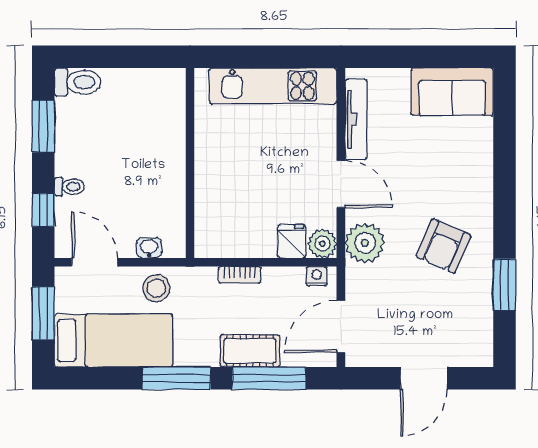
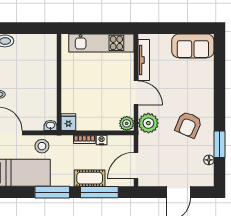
fridge: (292, 241) -> (68, 122), moved
washbasin: (149, 248) -> (51, 126), moved
nightstand: (317, 276) -> (102, 140), moved
floor lamp: (483, 315) -> (209, 160), added

